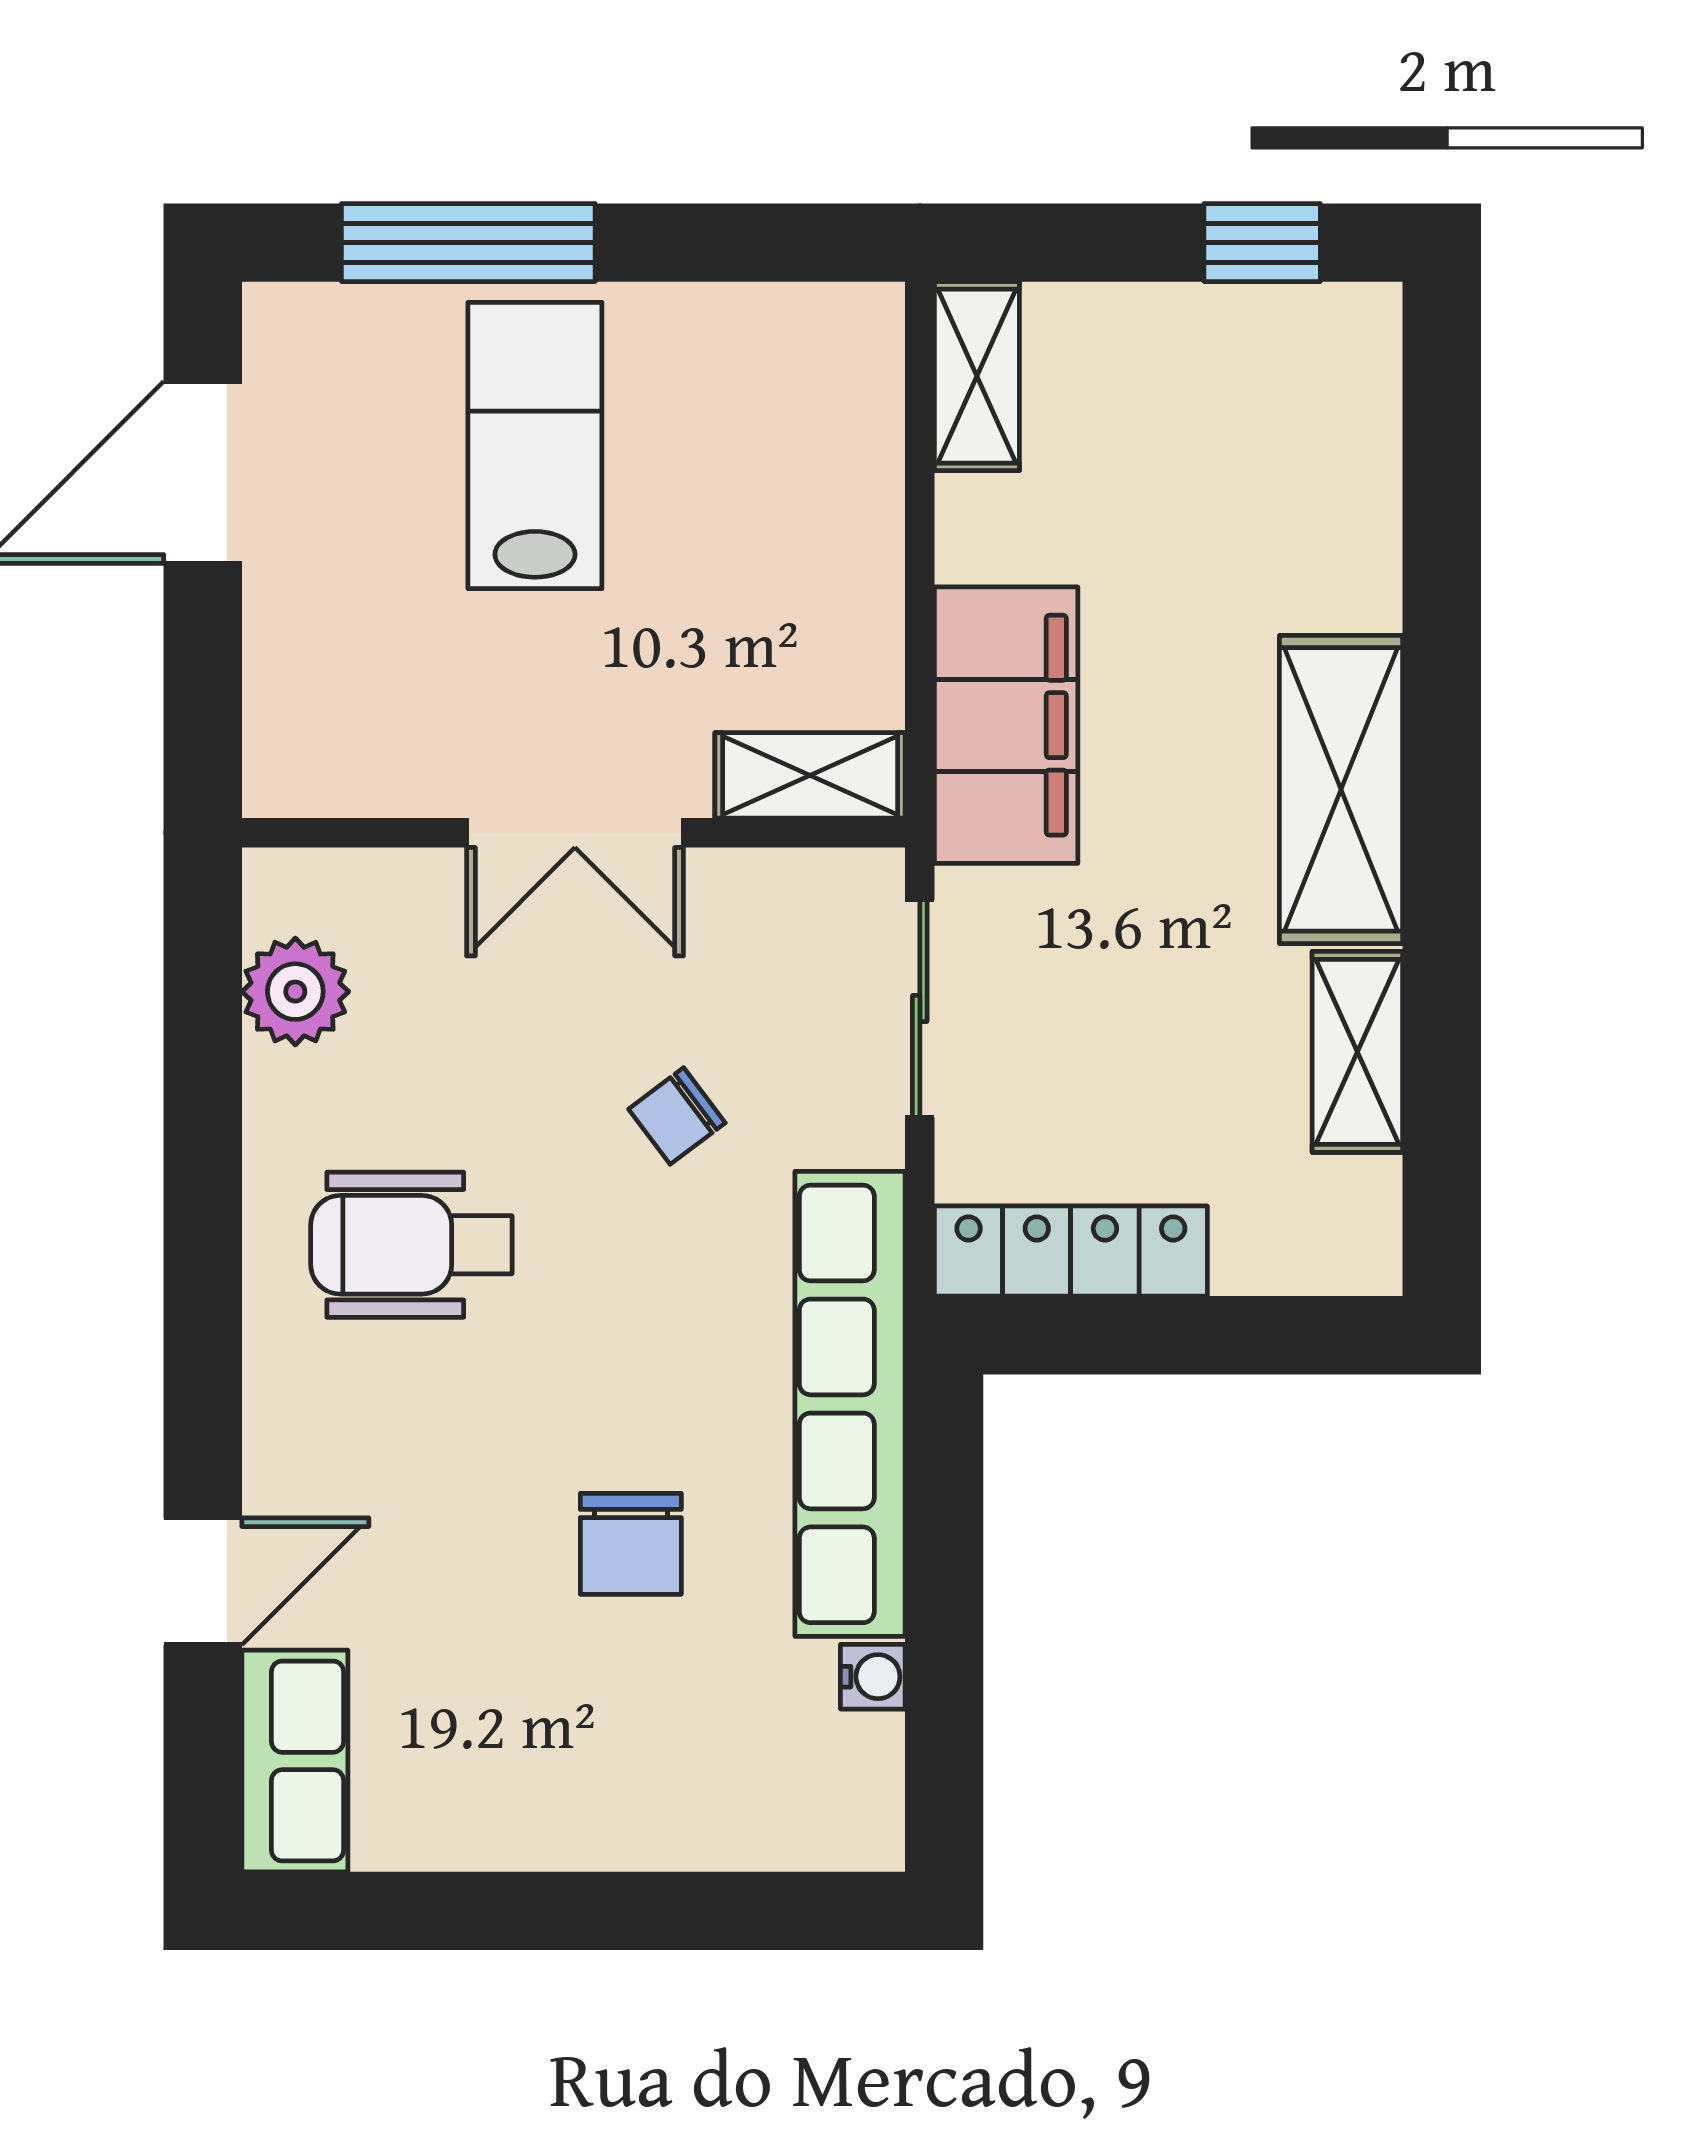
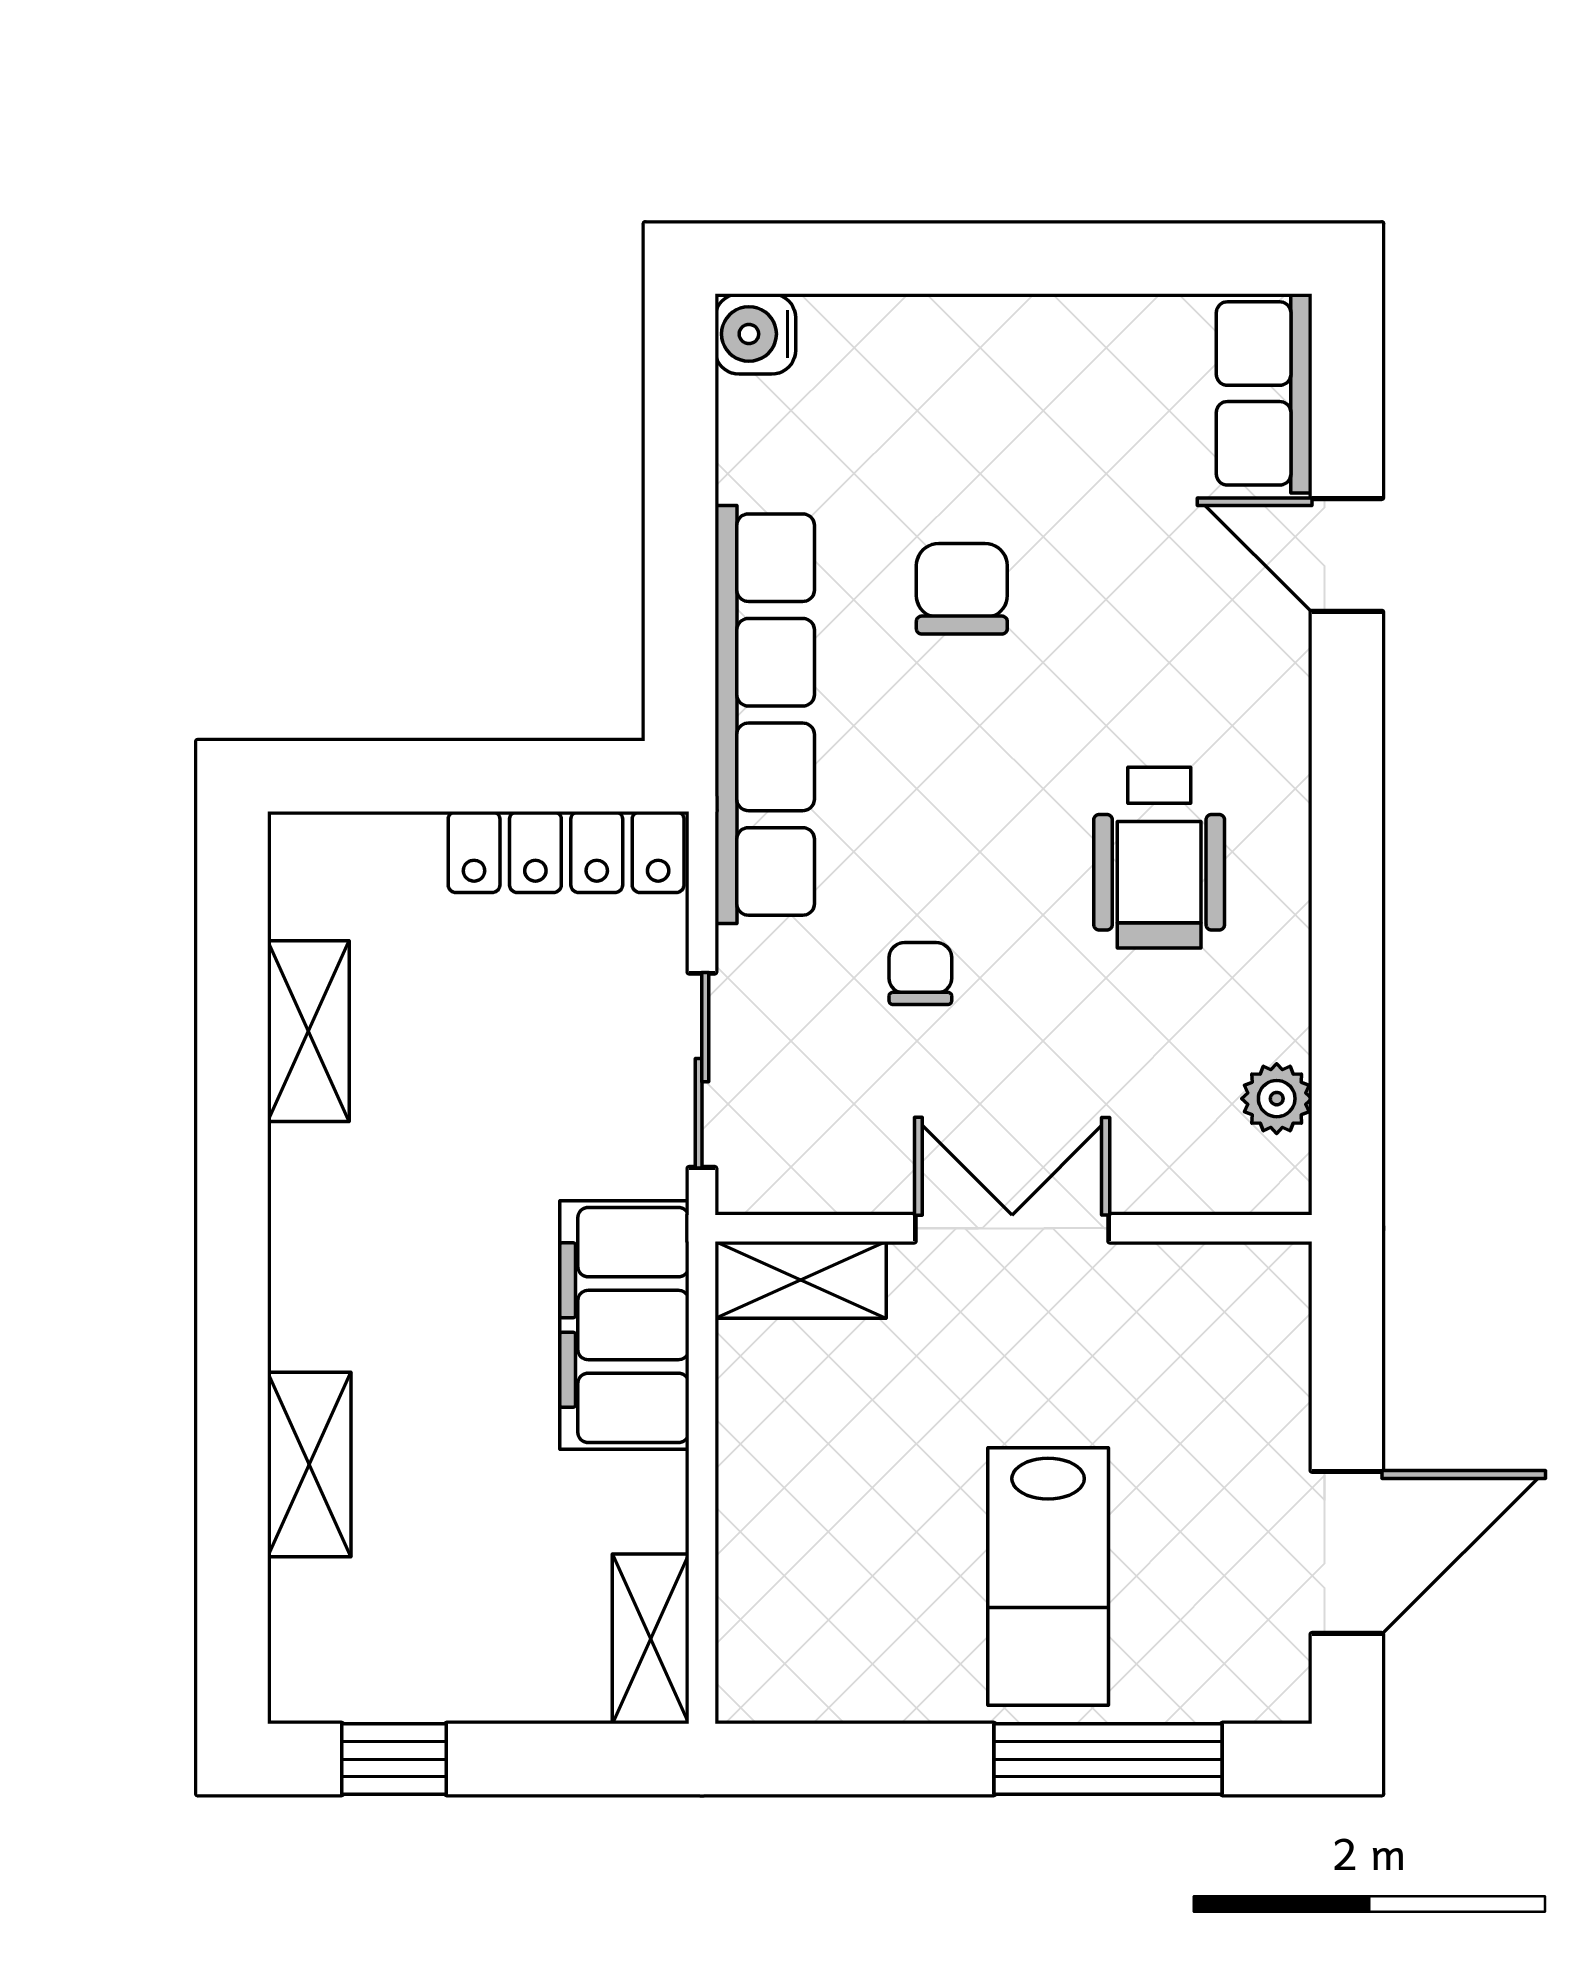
shelving: (1341, 789) -> (309, 1464), moved, width x0.67, depth x0.75
plant: (295, 992) -> (1277, 1099), width x0.73, depth x0.73
chair: (677, 1116) -> (920, 974), turned -53
wheelchair: (411, 1245) -> (1159, 858), turned 90
door: (203, 1581) -> (1347, 555), hinge flipped
water cooler: (873, 1677) -> (755, 334), moved, width x1.38, depth x1.38

